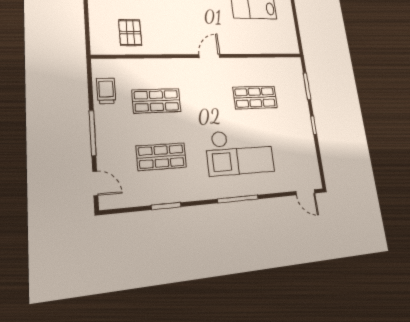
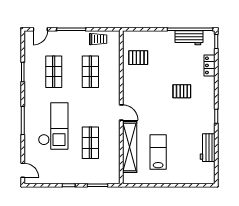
shelving: (253, 45) -> (130, 147), added
checkout: (240, 152) -> (53, 126), turned 180
door: (305, 192) -> (23, 170), swing flipped

